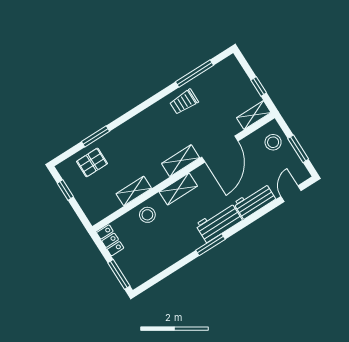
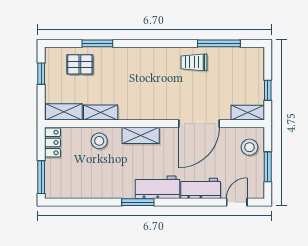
shelving: (181, 161) -> (64, 112), moved

